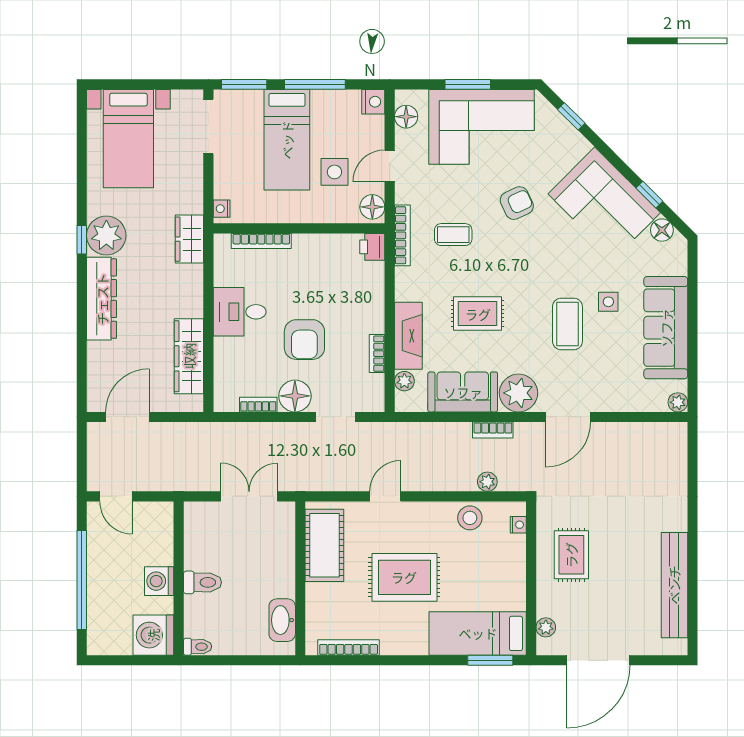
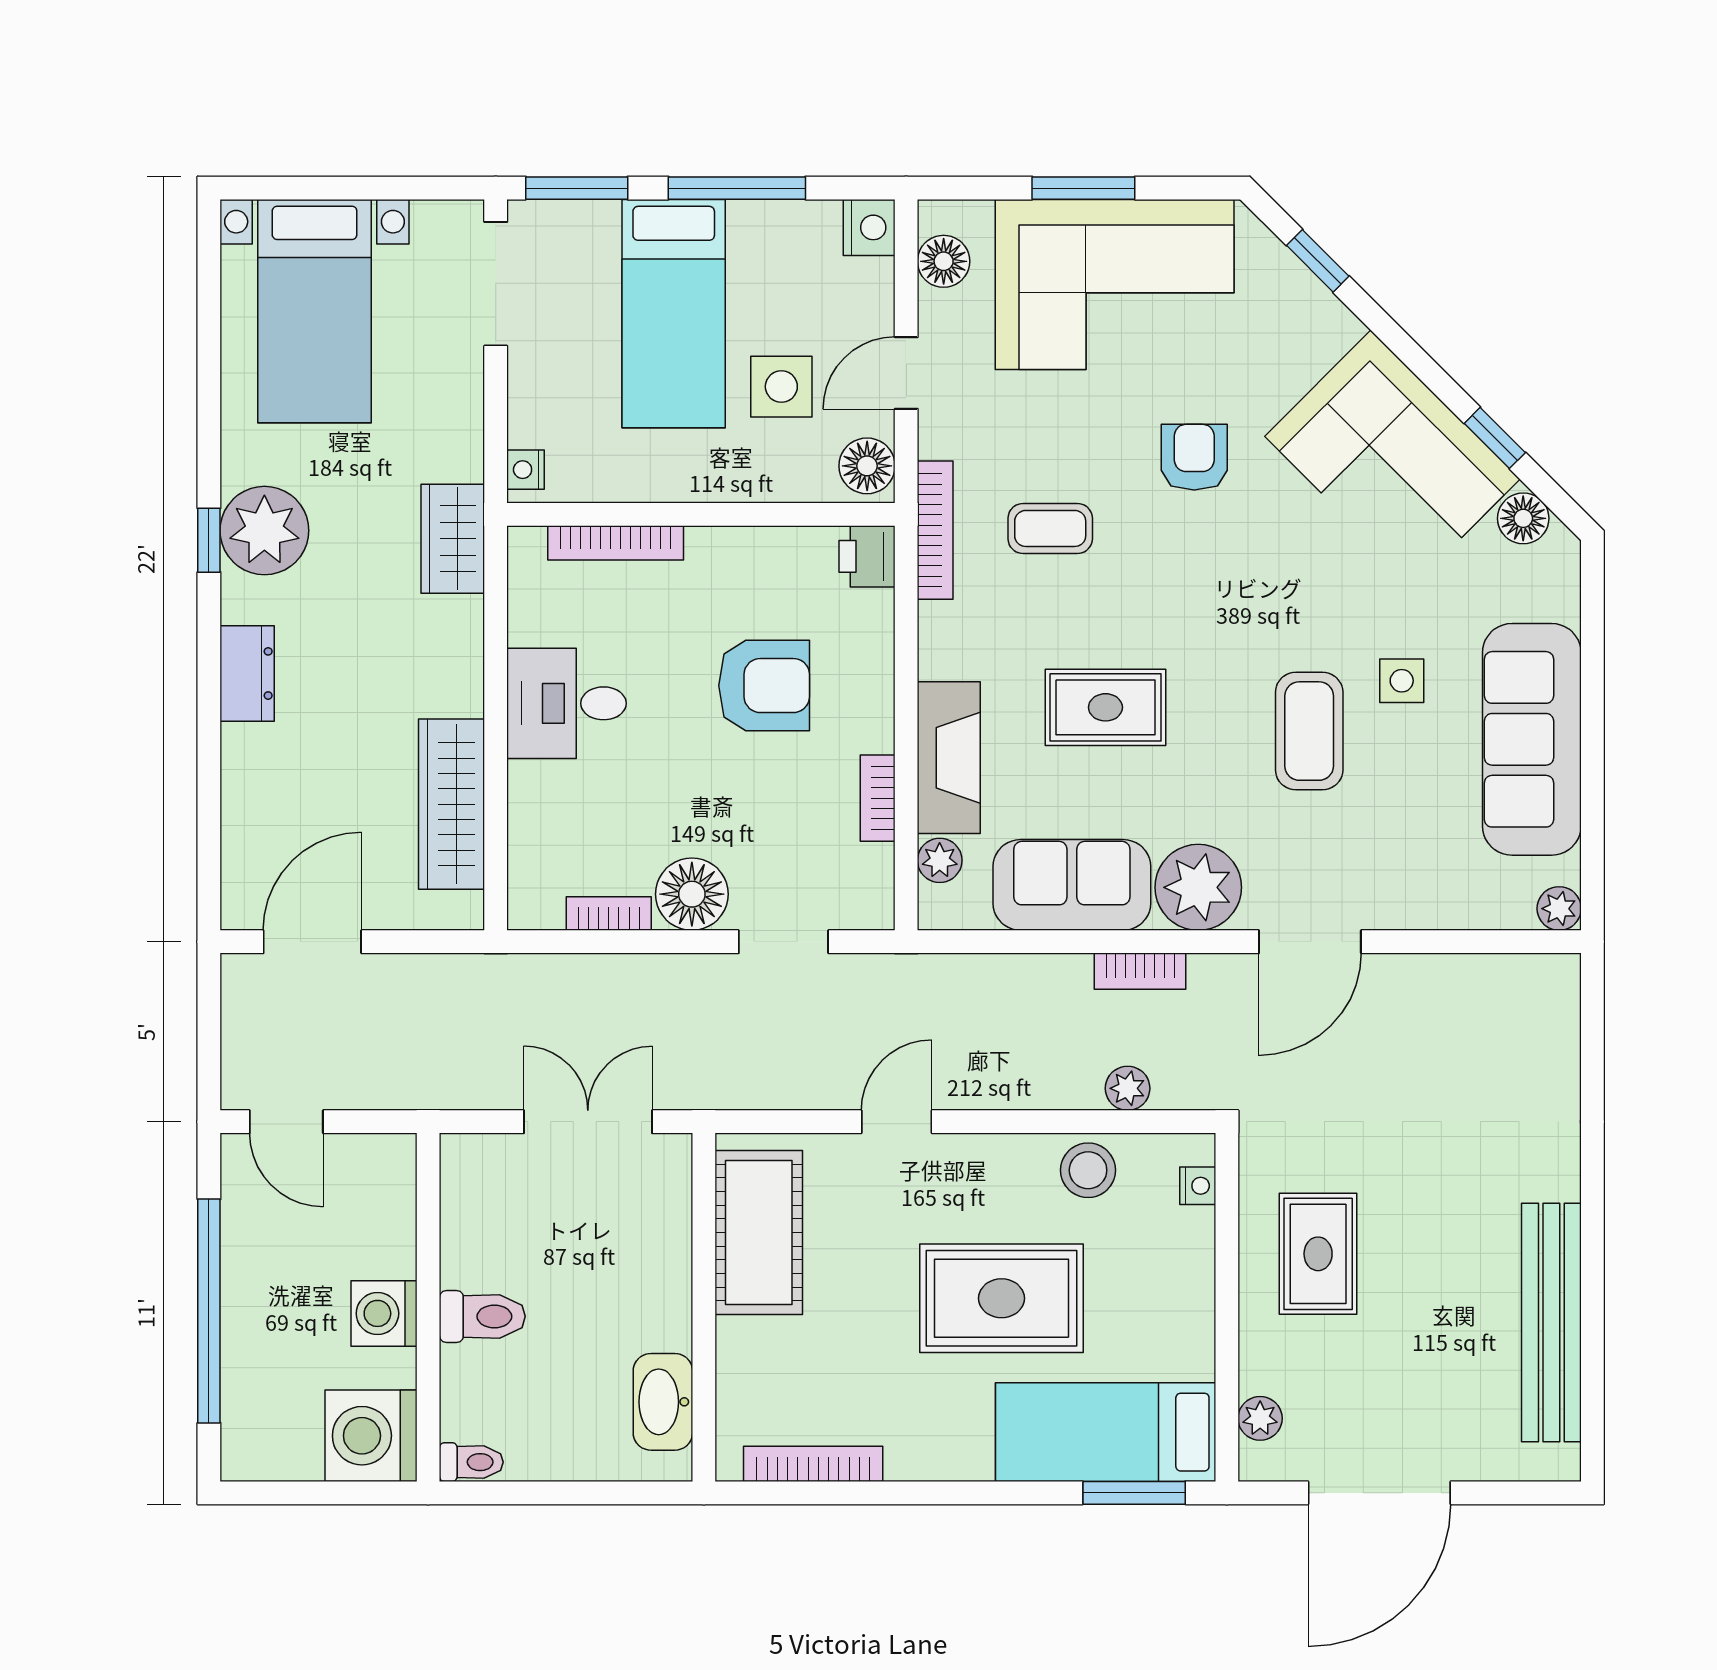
armchair: (517, 203) -> (1194, 457), turned -65
dresser: (102, 299) -> (247, 673), width x0.51, depth x0.80
armchair: (304, 340) -> (764, 686), moved, turned -90
rug: (404, 577) -> (1002, 1298), moved

